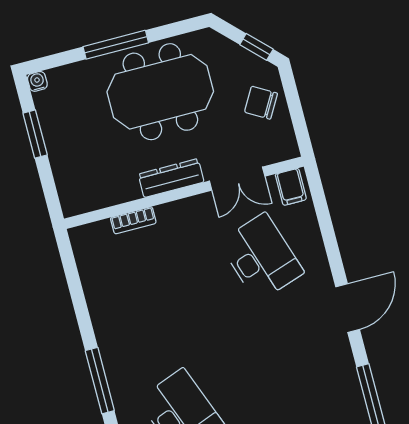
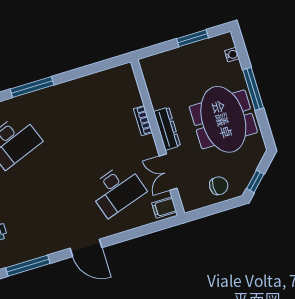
water cooler: (37, 81) -> (232, 55), moved
chair: (261, 103) -> (219, 186), turned 60
bookcase: (133, 220) -> (143, 121), moved

